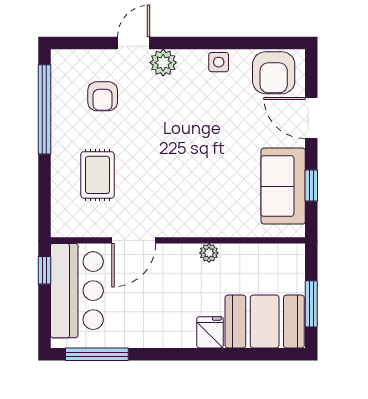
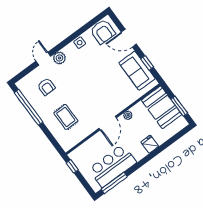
door: (134, 240) -> (108, 123), moved
bar counter: (77, 291) -> (113, 166), moved, turned -90
booth: (265, 321) -> (162, 107), moved, turned 90

